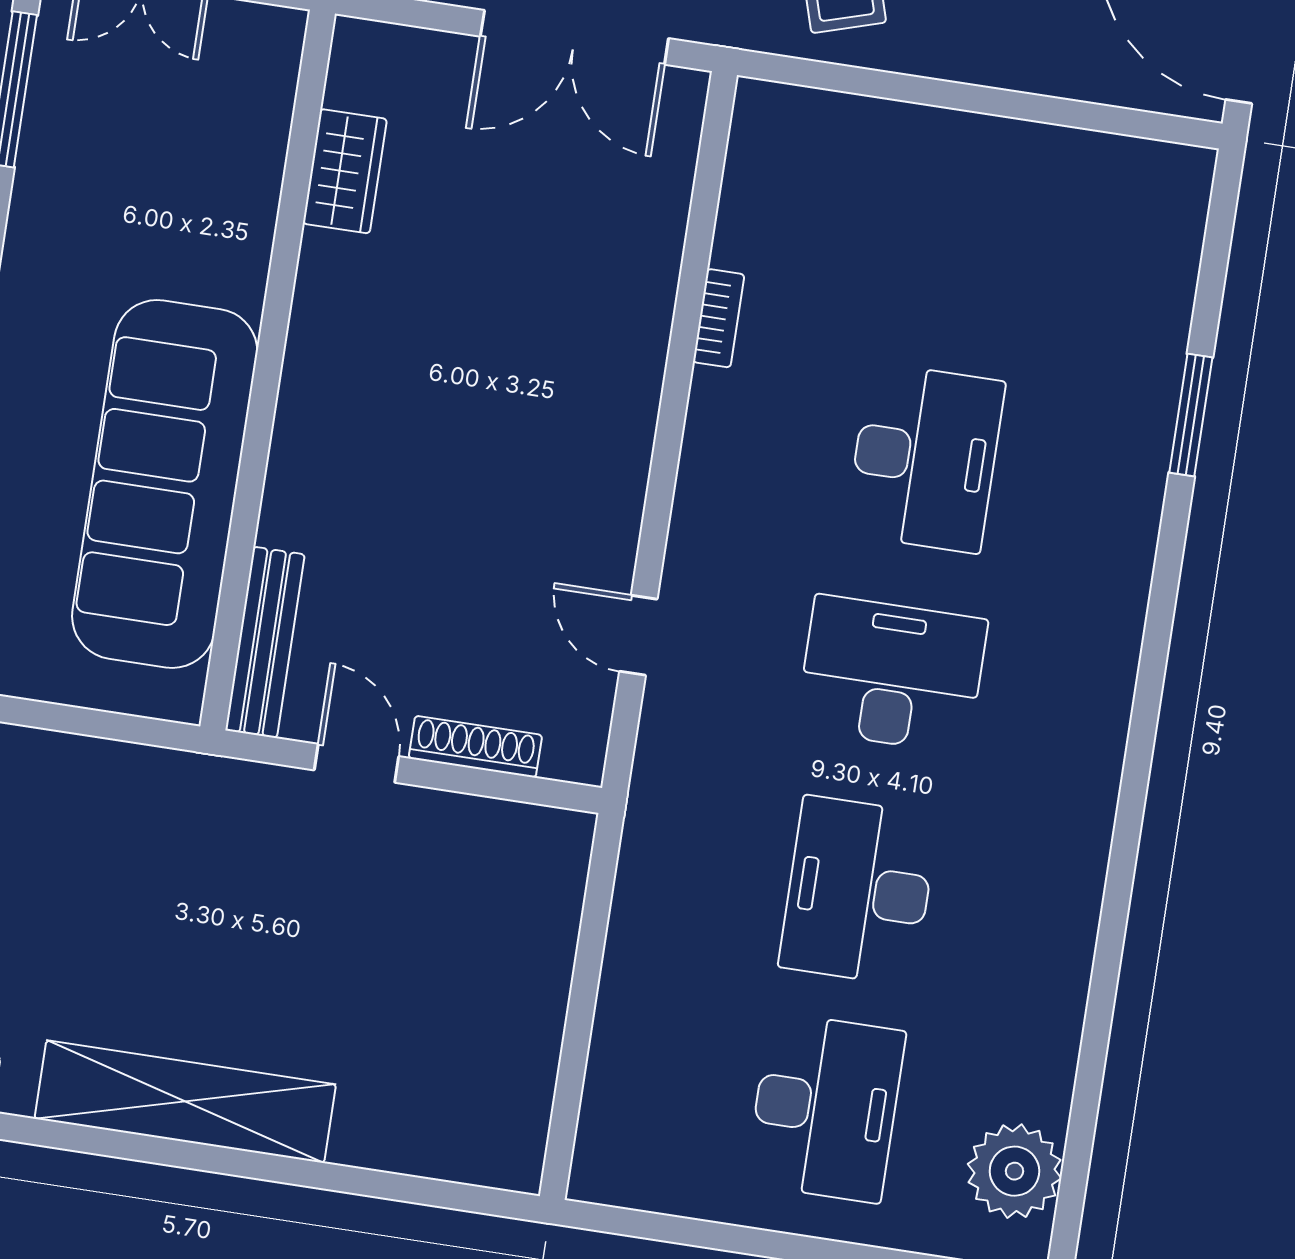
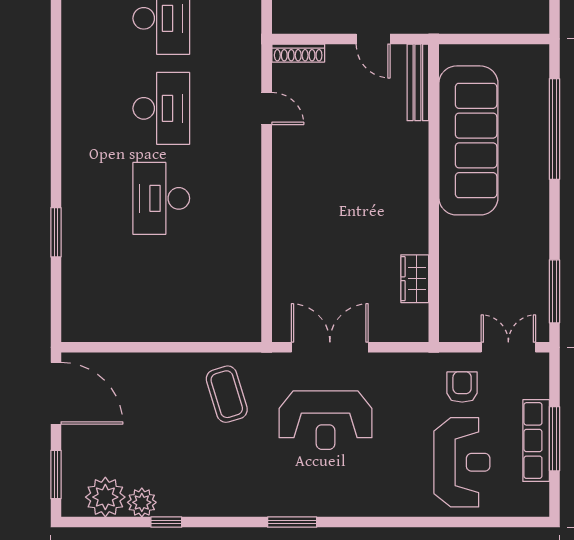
bookcase: (719, 318) -> (254, 242), removed
desk: (892, 674) -> (161, 108), turned -90
shoe rack: (475, 747) -> (298, 53), moved

